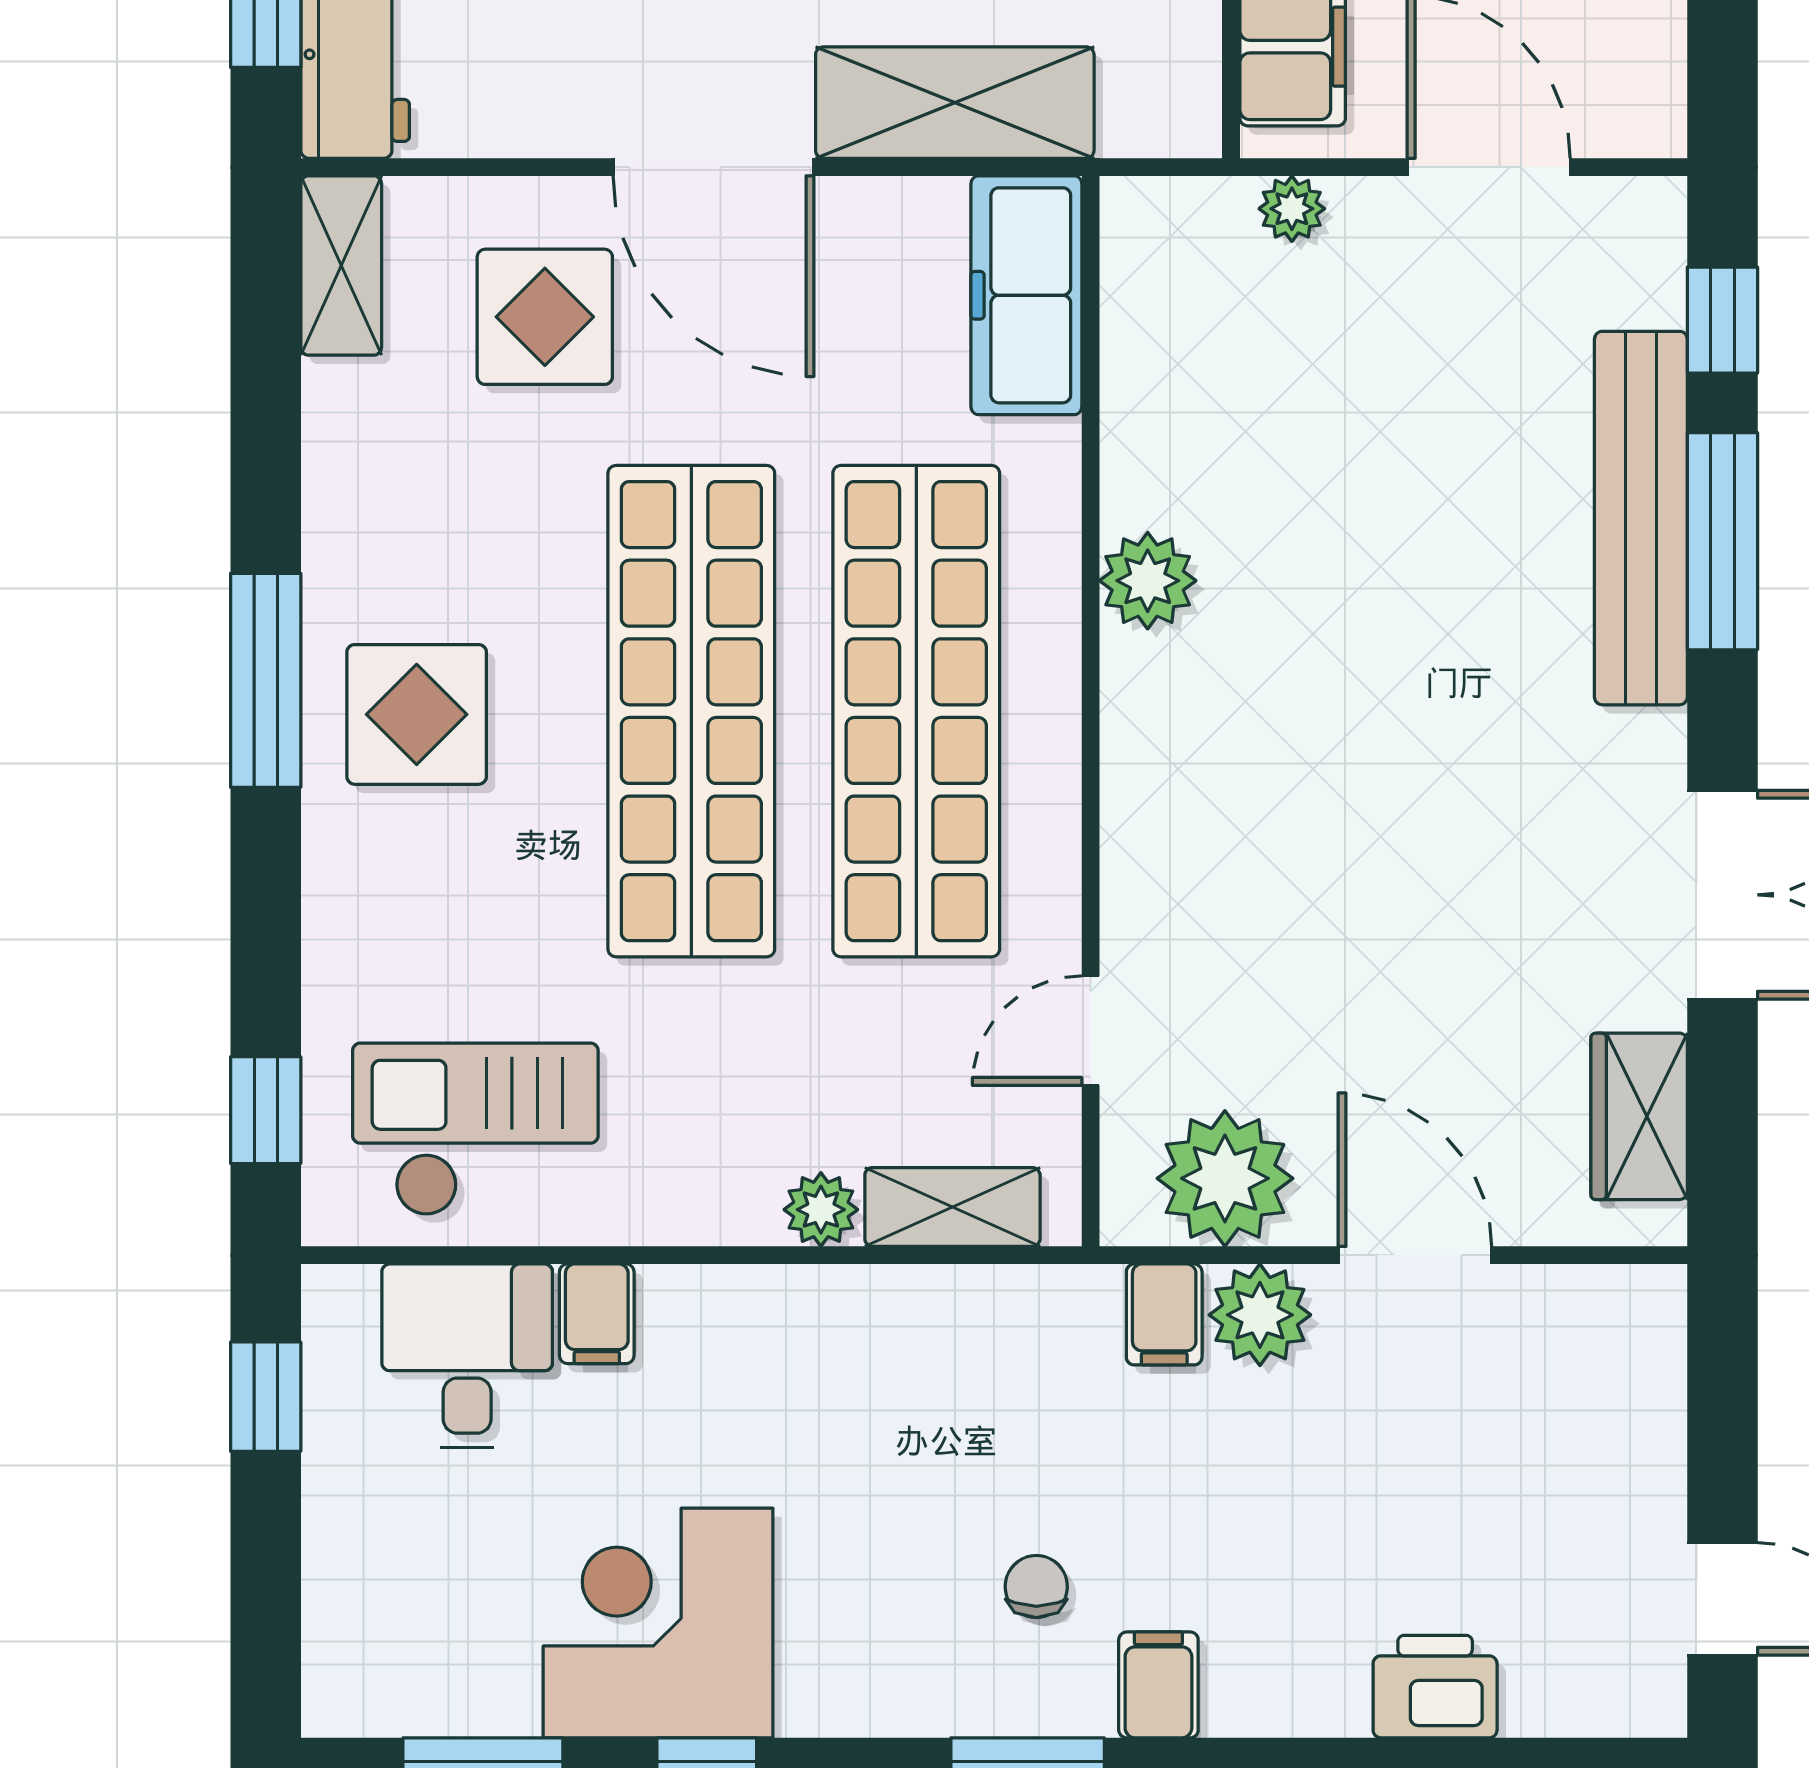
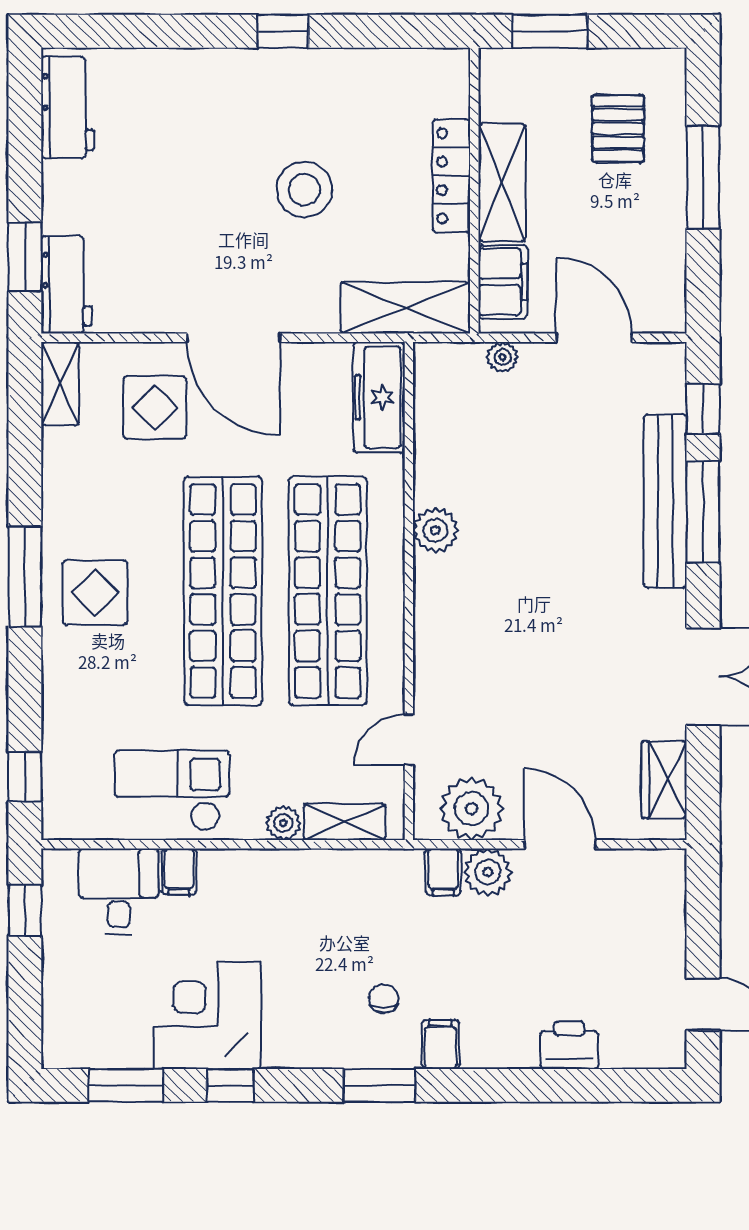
shelving: (955, 103) -> (405, 308), moved
checkout: (475, 1129) -> (172, 790), moved

